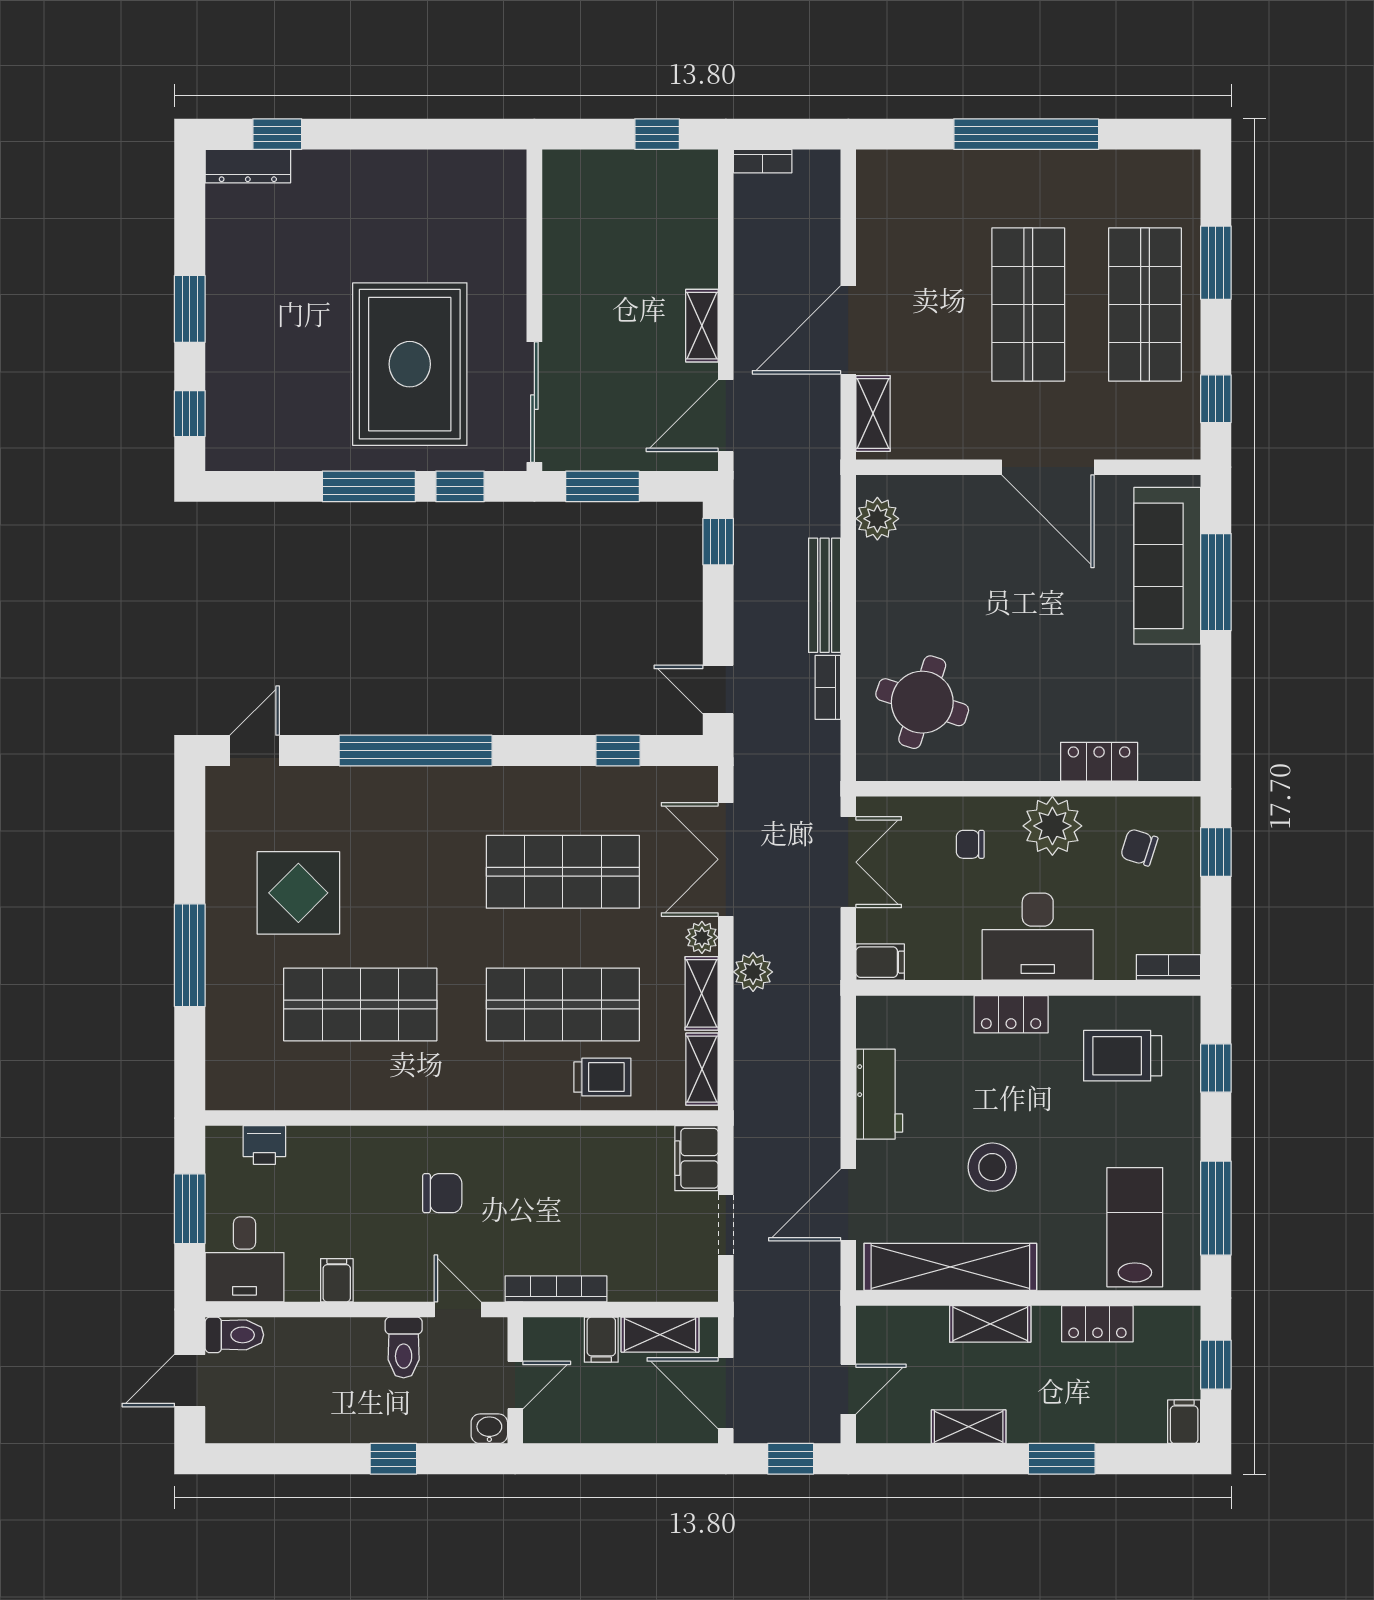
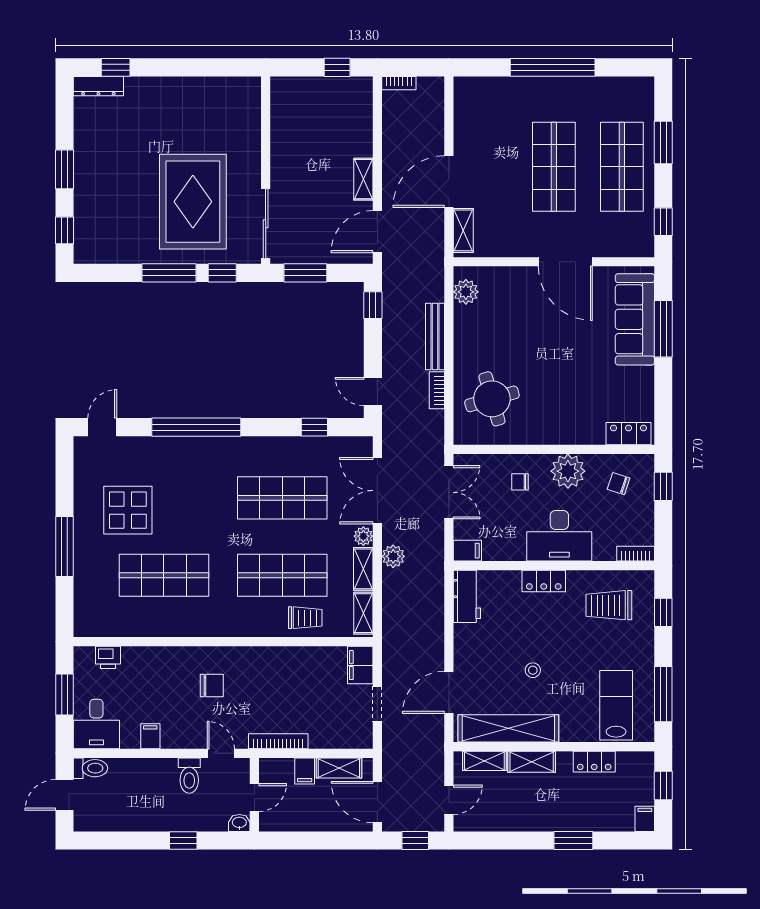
round table: (922, 702) -> (492, 399), turned -34
locker: (1099, 762) -> (629, 434), moved
workbench: (879, 1094) -> (467, 596), moved
stool: (992, 1167) -> (533, 670), width x0.53, depth x0.53
shelving: (969, 1427) -> (484, 761), moved

